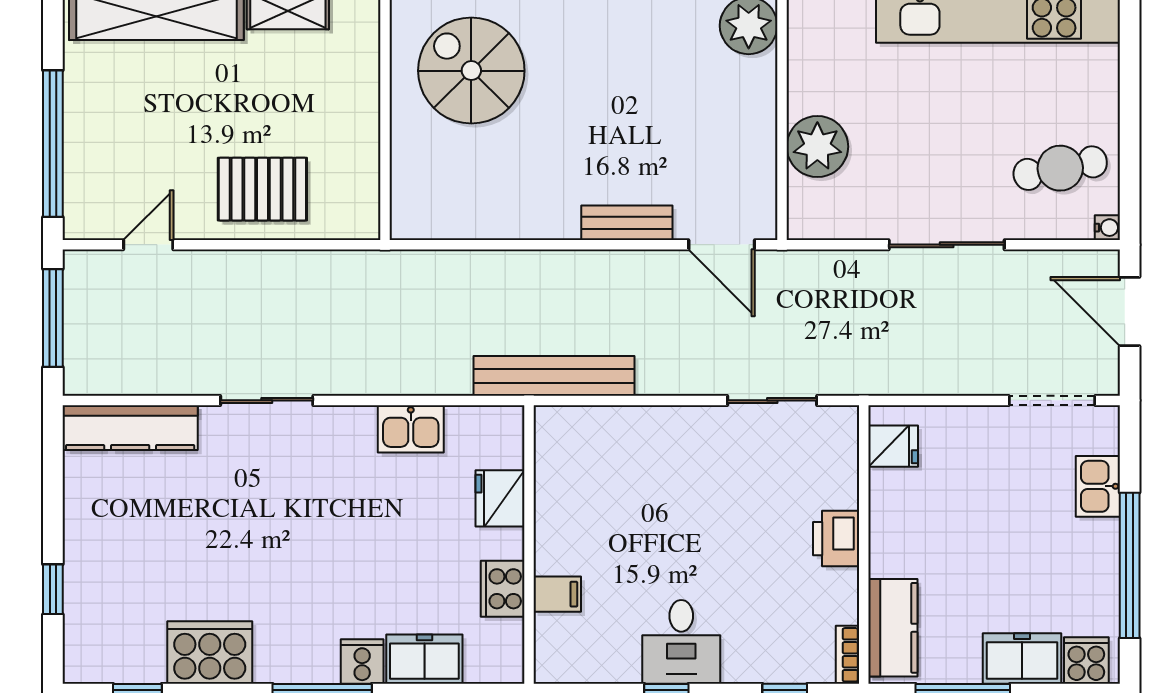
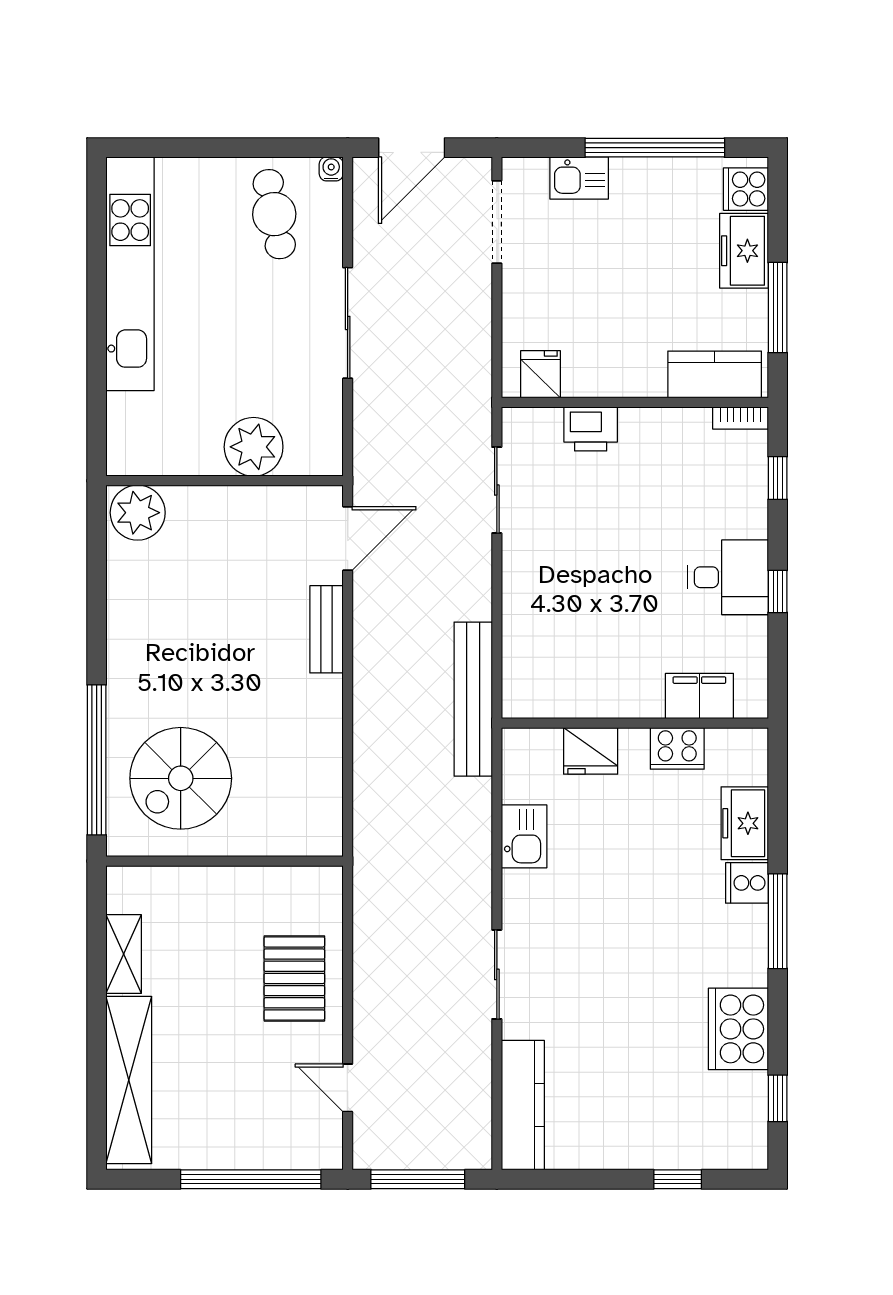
printer: (836, 539) -> (591, 429), moved
filing cabinet: (557, 594) -> (699, 696), width x2.00

